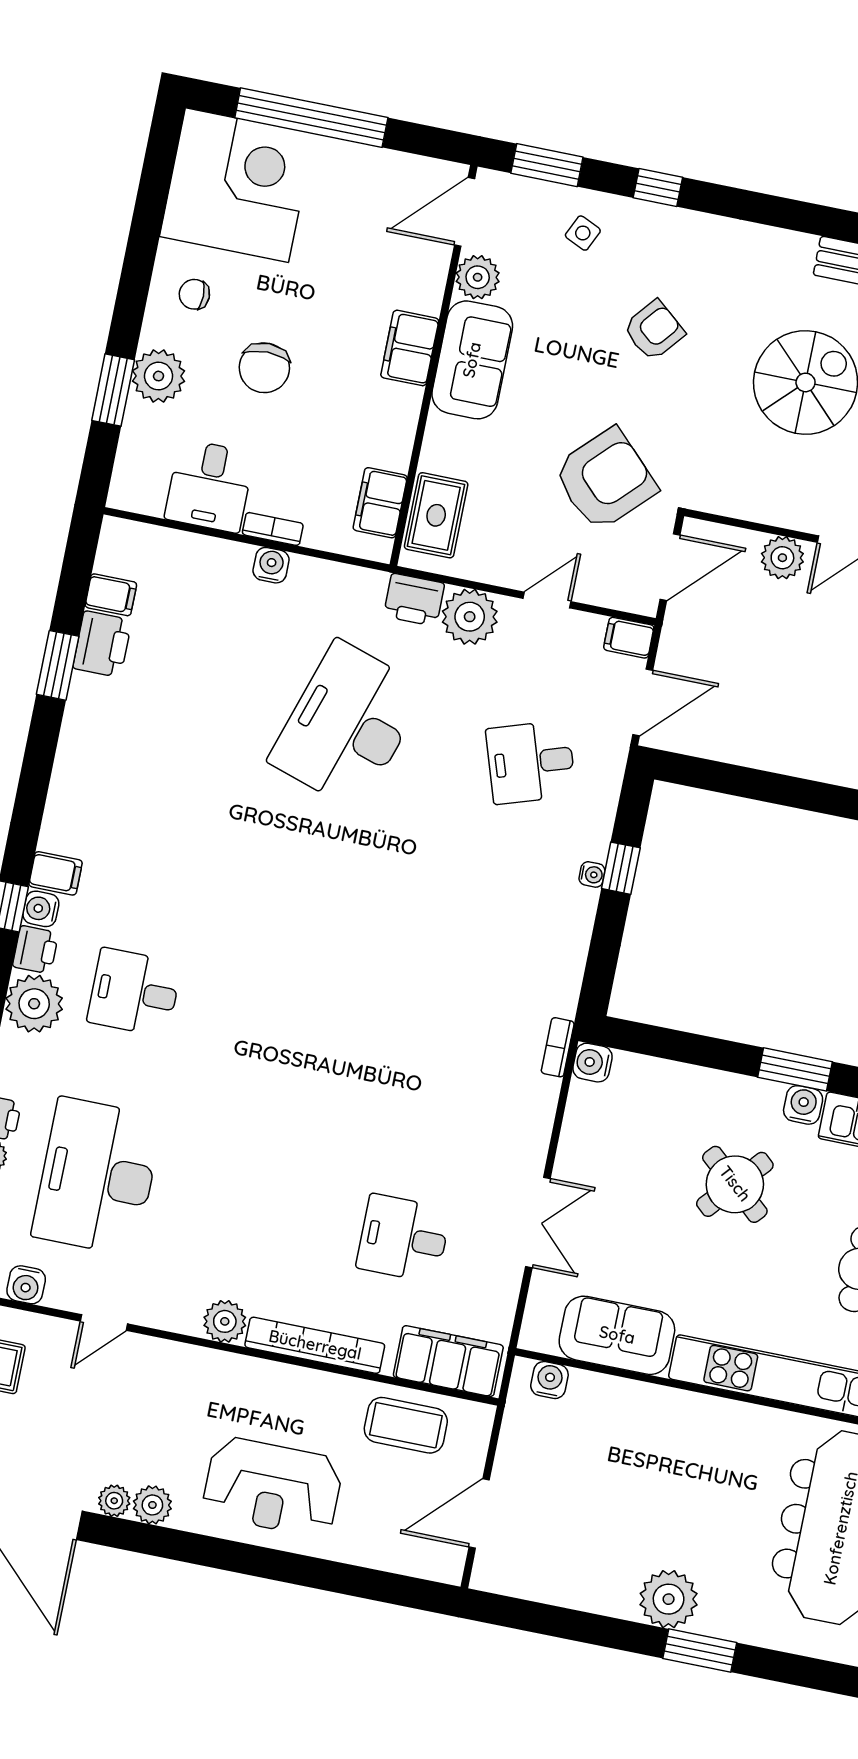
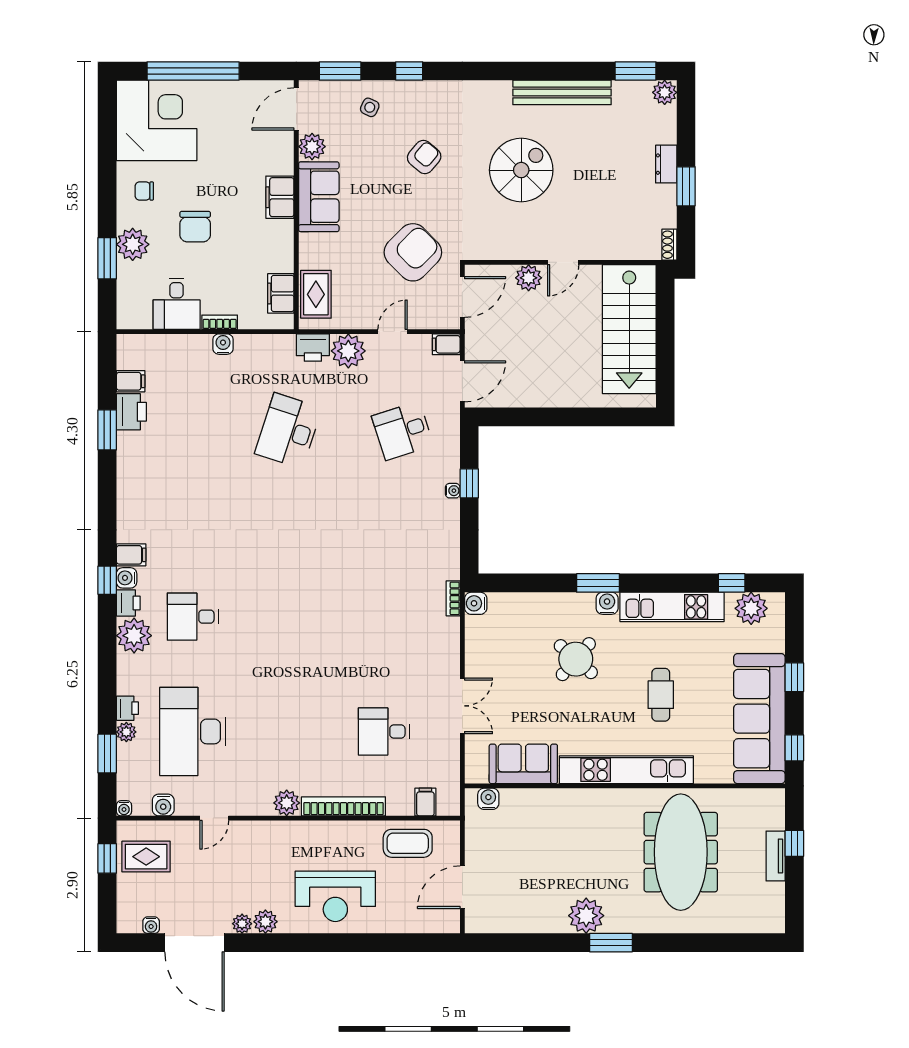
desk: (348, 725) -> (288, 431), width x0.73, depth x0.77
filing cabinet: (448, 1361) -> (425, 802), width x0.33, depth x0.86

